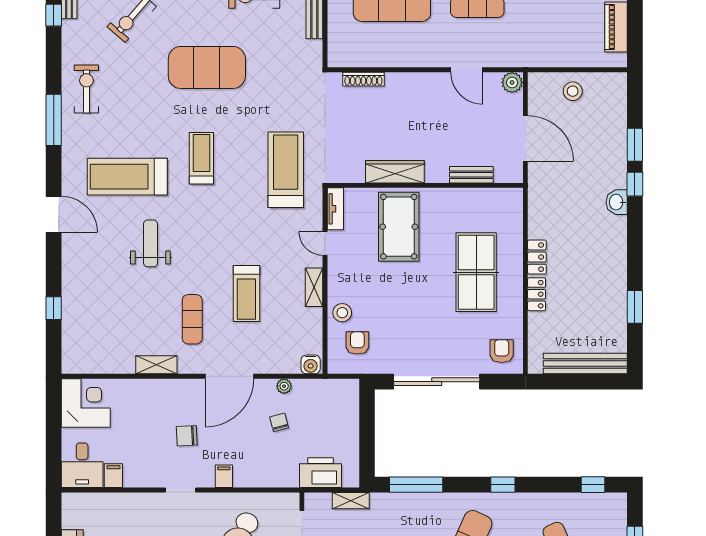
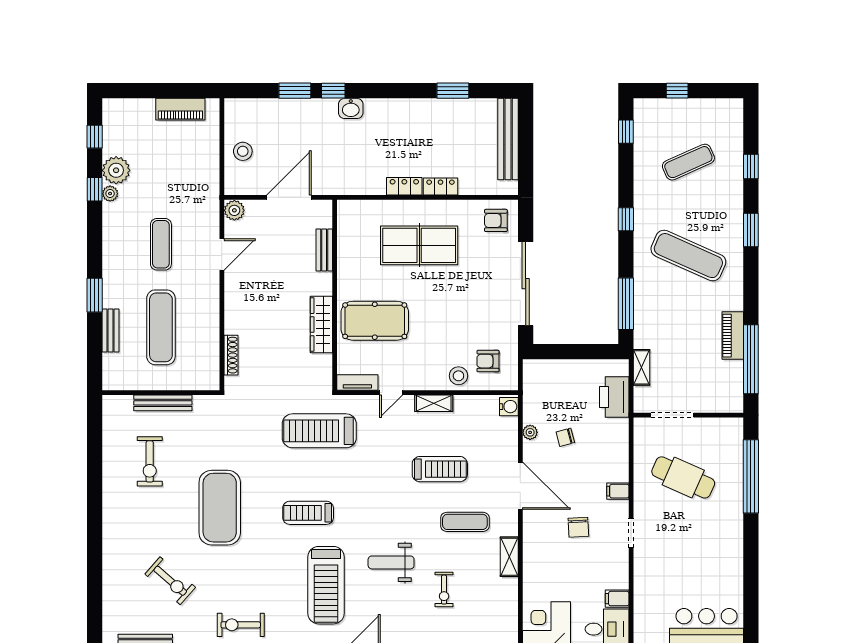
exercise bike: (123, 298) -> (444, 590), added

